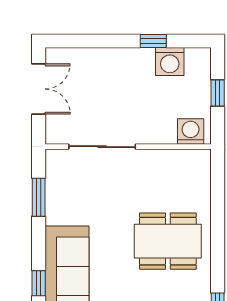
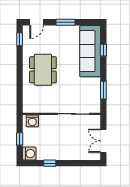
washing machine: (170, 62) -> (29, 154), moved, turned 90
dining table: (168, 241) -> (43, 70), turned 90

